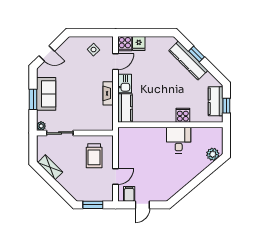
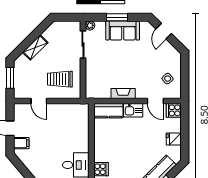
fridge: (139, 43) -> (174, 139), moved
shelving: (50, 167) -> (35, 47), moved
filing cabinet: (129, 194) -> (21, 143), moved

